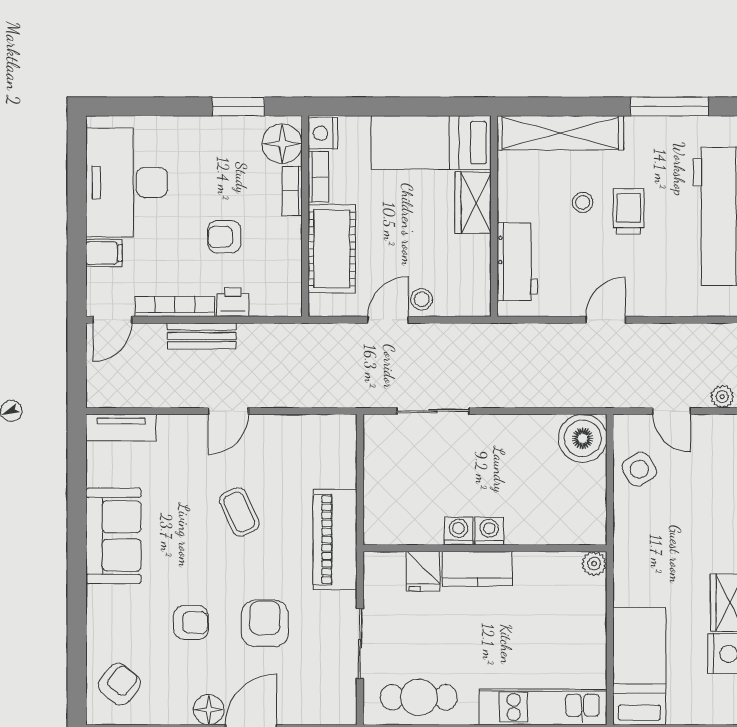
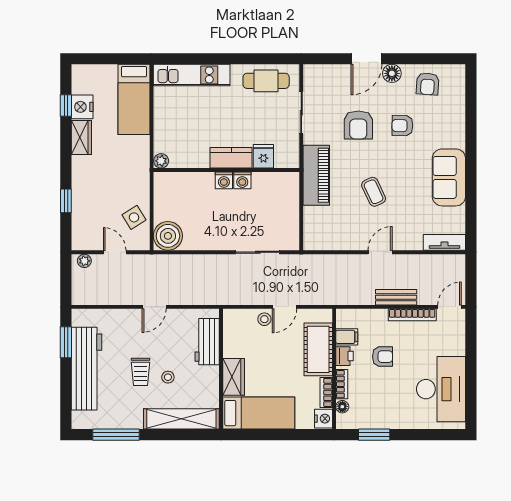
floor lamp: (282, 144) -> (342, 407), width x0.53, depth x0.53
filing cabinet: (104, 253) -> (347, 337), moved, turned 180
printer: (233, 302) -> (345, 356), moved, turned -90
armchair: (119, 684) -> (428, 84), moved, turned -35

